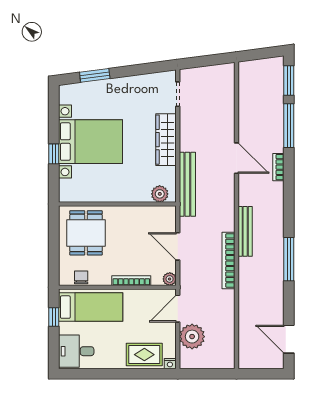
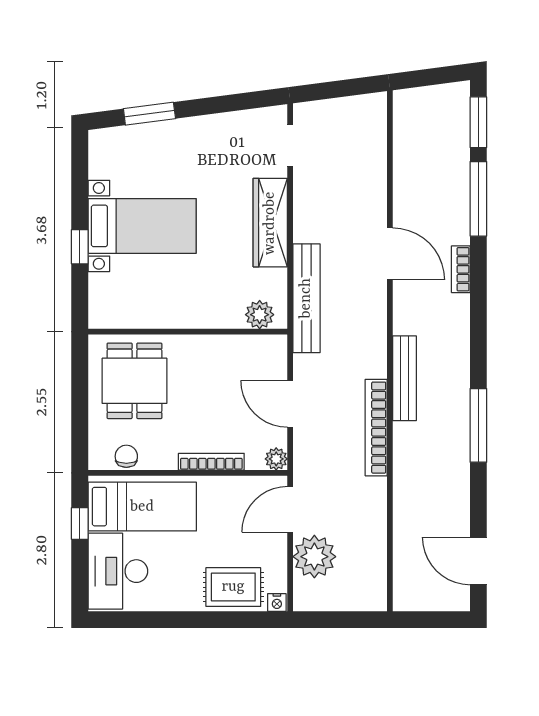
bed with nightstands: (90, 142) -> (142, 226), width x0.73
desk: (76, 351) -> (118, 571), width x1.37

